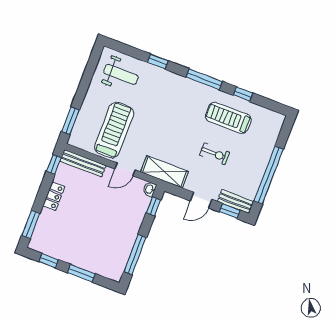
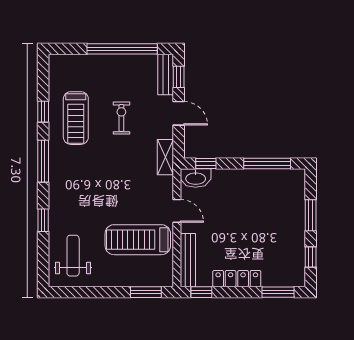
shelving: (164, 172) -> (165, 157), width x0.67, depth x0.75
washbasin: (150, 189) -> (196, 178), width x1.91, depth x1.45
locker: (54, 196) -> (237, 279), width x1.53

